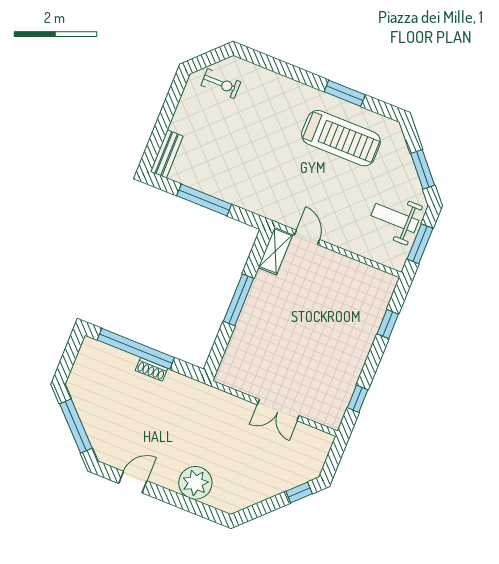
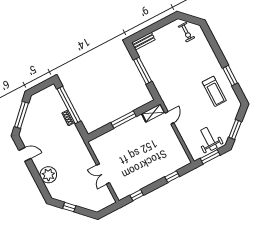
treadmill: (341, 138) -> (214, 91), width x0.73, depth x0.73
window: (299, 492) -> (69, 207), moved

